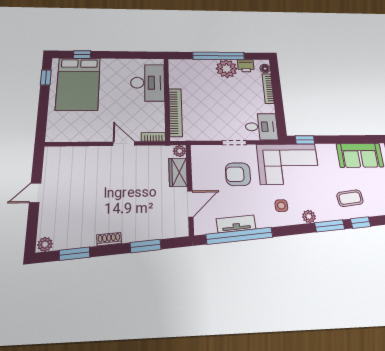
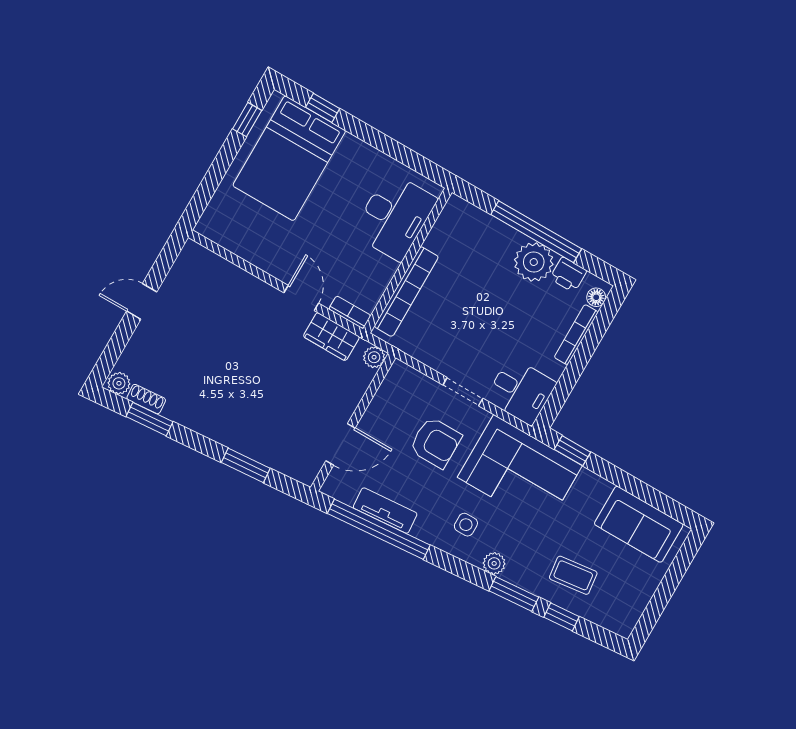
wardrobe: (178, 172) -> (331, 337), moved, turned -90
armchair: (238, 174) -> (435, 443), turned 180
shoe rack: (109, 239) -> (146, 399), moved

